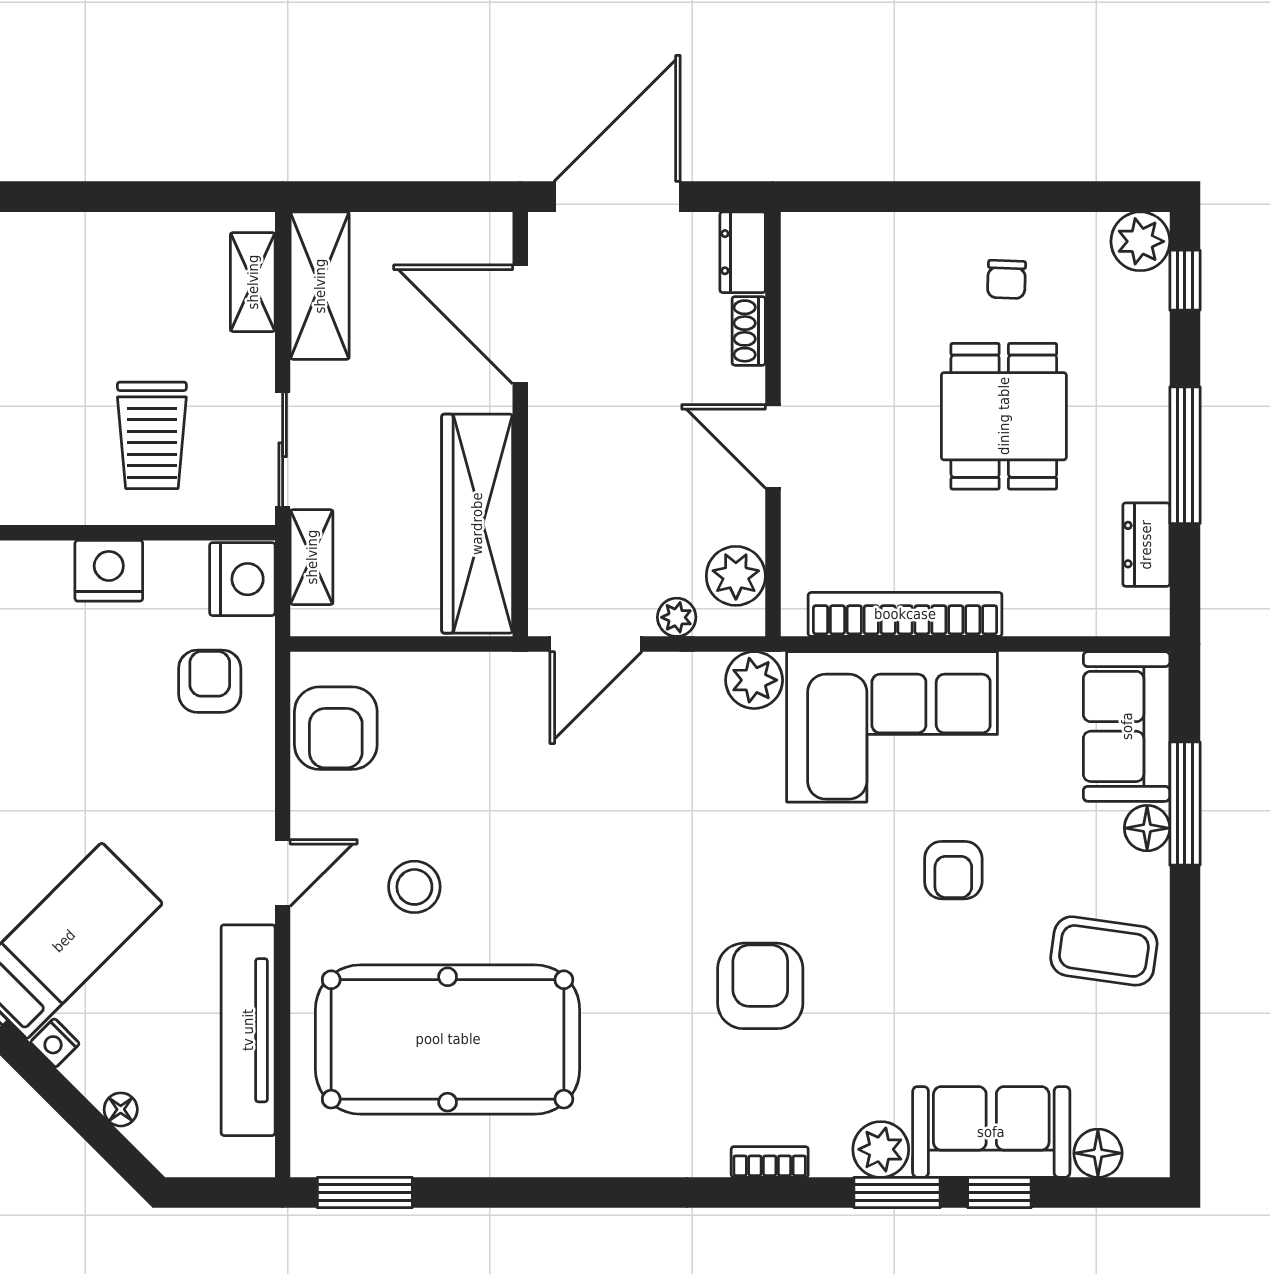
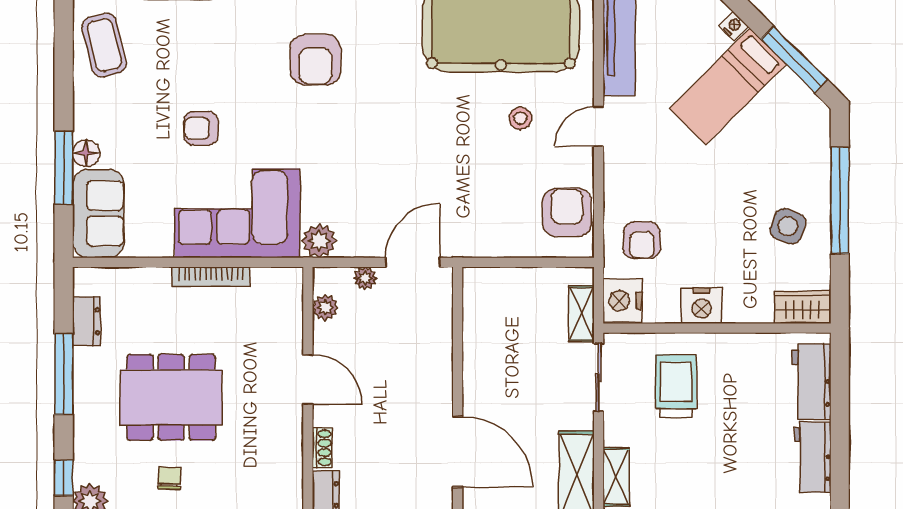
dining table: (1004, 416) -> (171, 397), width x1.38
wardrobe: (477, 524) -> (483, 334), removed
plant: (736, 576) -> (325, 307), width x0.73, depth x0.73
bookcase: (905, 614) -> (211, 277), width x0.68, depth x0.76
armchair: (953, 870) -> (201, 128), turned -90
stool: (414, 887) -> (520, 118), width x0.73, depth x0.73
coffee table: (1104, 951) -> (104, 45), moved, turned 68

